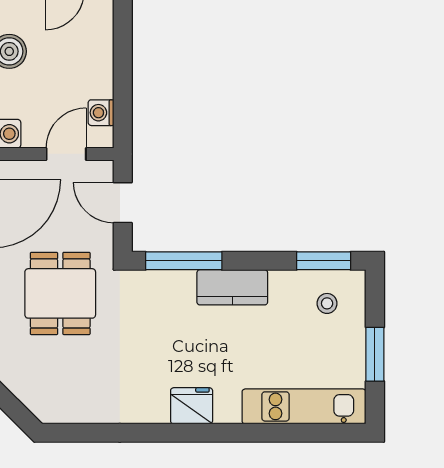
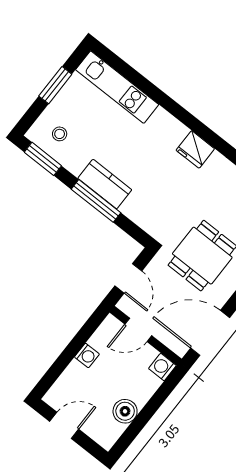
washing machine: (101, 113) -> (87, 355), moved
window: (184, 261) -> (96, 201), moved
fridge: (192, 406) -> (195, 149), moved

